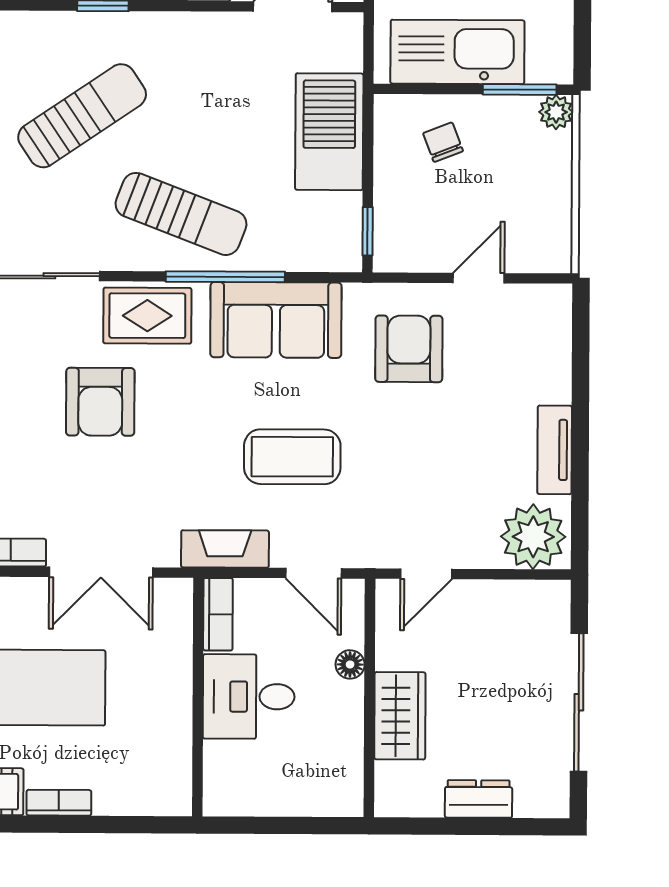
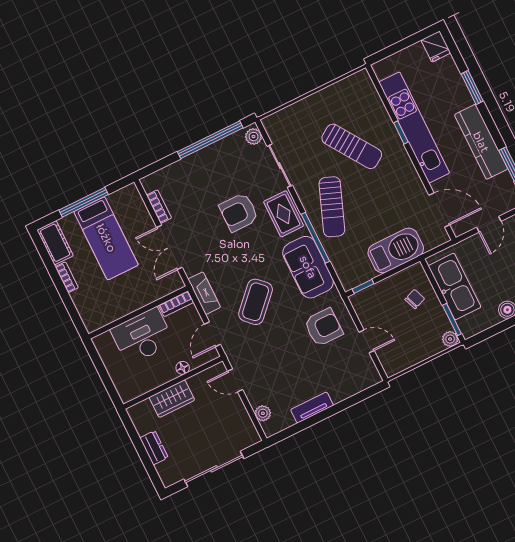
coffee table: (292, 457) -> (256, 302), turned 44
plant: (533, 537) -> (263, 413), width x0.53, depth x0.53
desk: (249, 697) -> (142, 336), width x1.37

